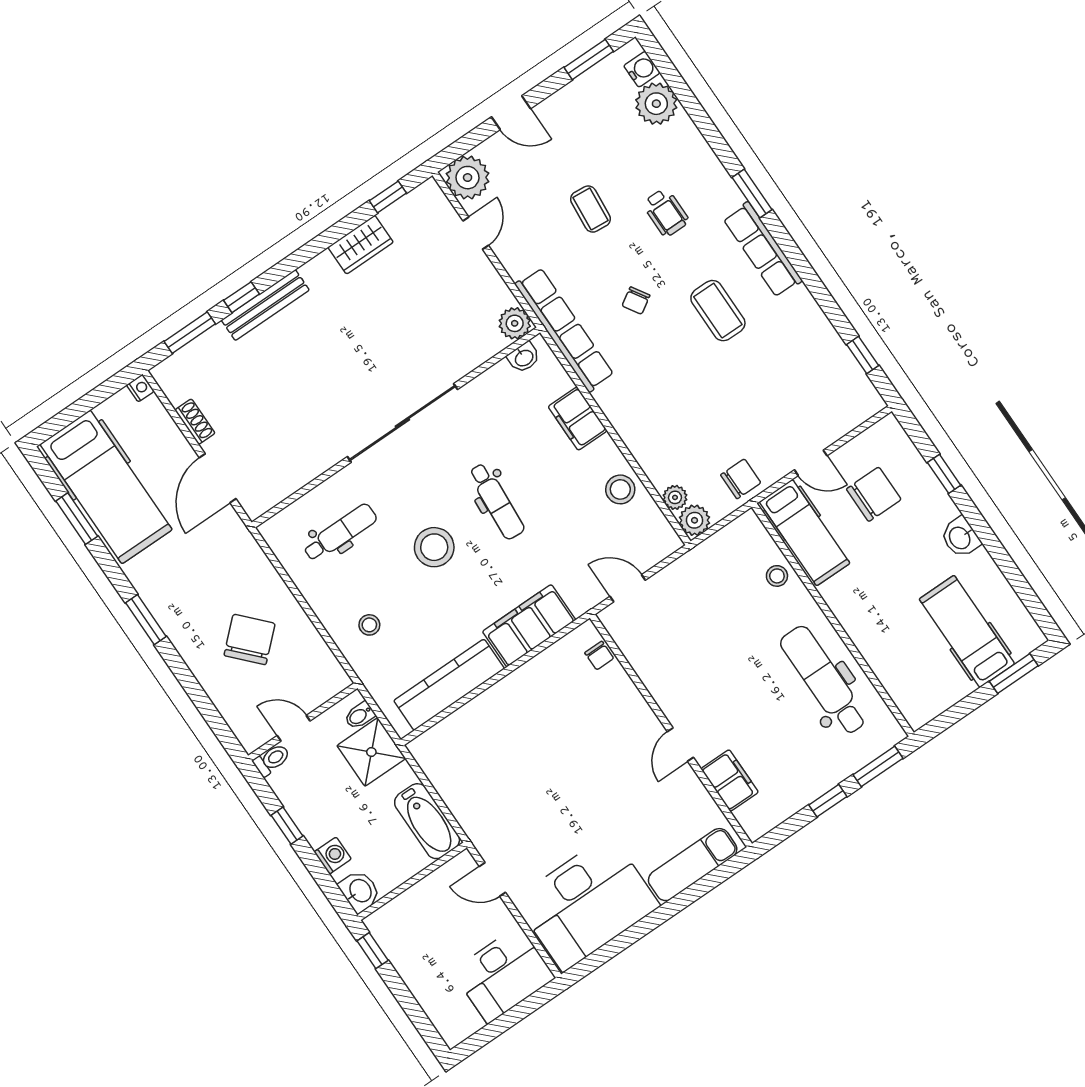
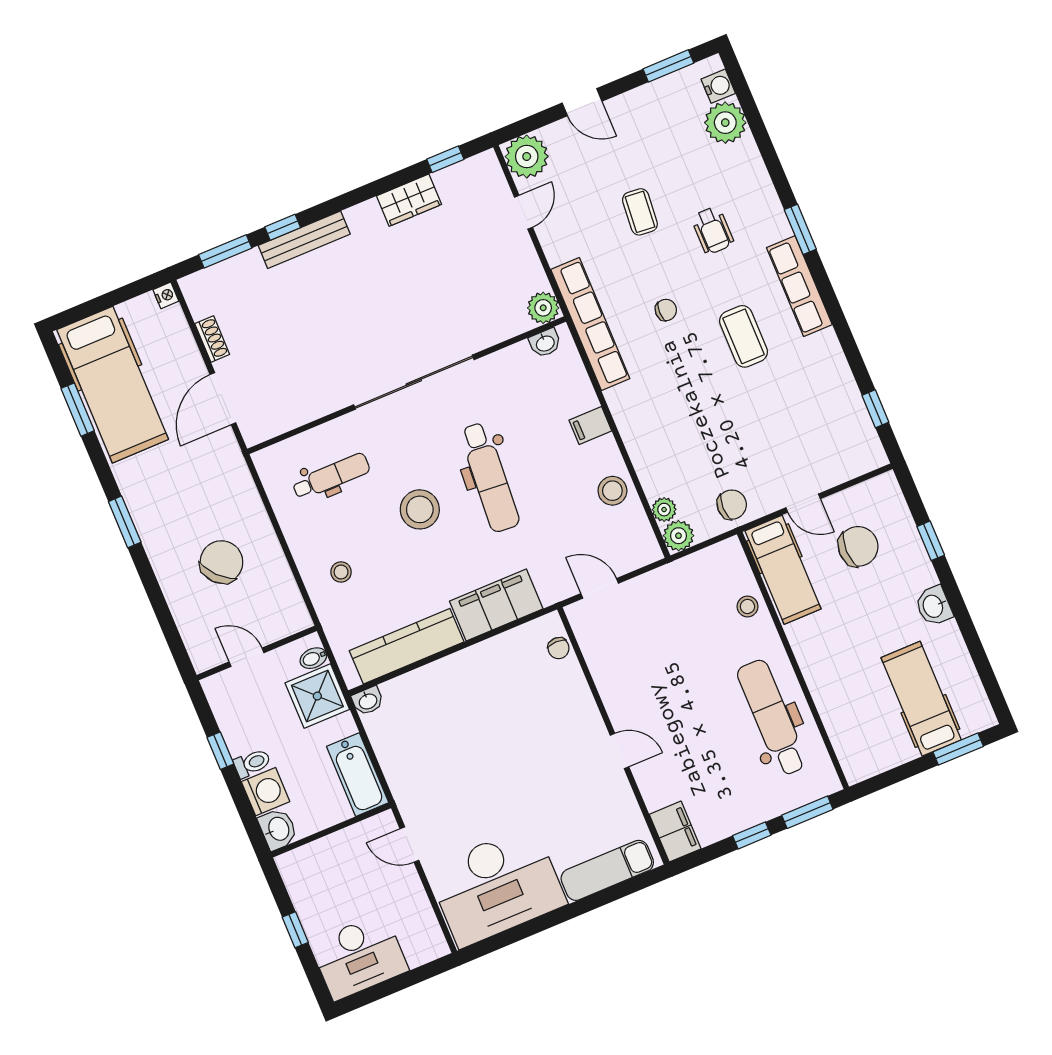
chair: (636, 300) -> (666, 310), turned -148
filing cabinet: (578, 419) -> (590, 425), width x0.50
dental chair: (496, 501) -> (490, 477), width x1.36, depth x1.38
door: (680, 744) -> (620, 751), swing flipped
washbasin: (422, 746) -> (368, 701), added
toilet: (272, 760) -> (252, 763), moved
filing cabinet: (730, 780) -> (675, 832), moved
washing machine: (333, 855) -> (266, 792), width x1.38, depth x1.38
window: (373, 951) -> (295, 930), moved
desk: (503, 974) -> (359, 957), moved

